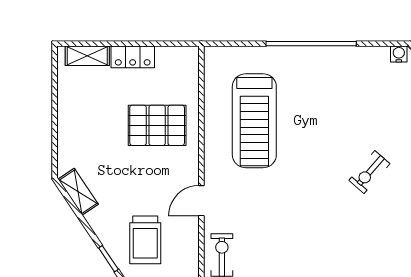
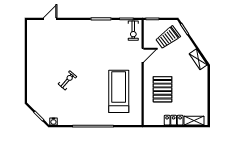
pallet: (157, 125) -> (163, 89), turned 90
exercise bike: (369, 172) -> (68, 80), moved
trolley: (145, 240) -> (168, 37), turned -127

